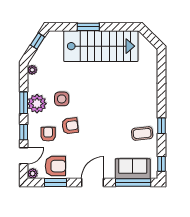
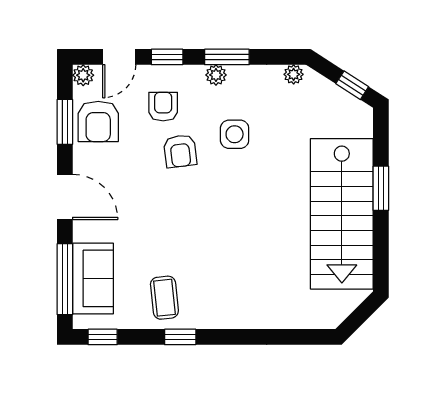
plant: (37, 104) -> (216, 75), width x0.53, depth x0.53
armchair: (48, 134) -> (163, 107), turned -90
door: (24, 156) -> (119, 57), hinge flipped

